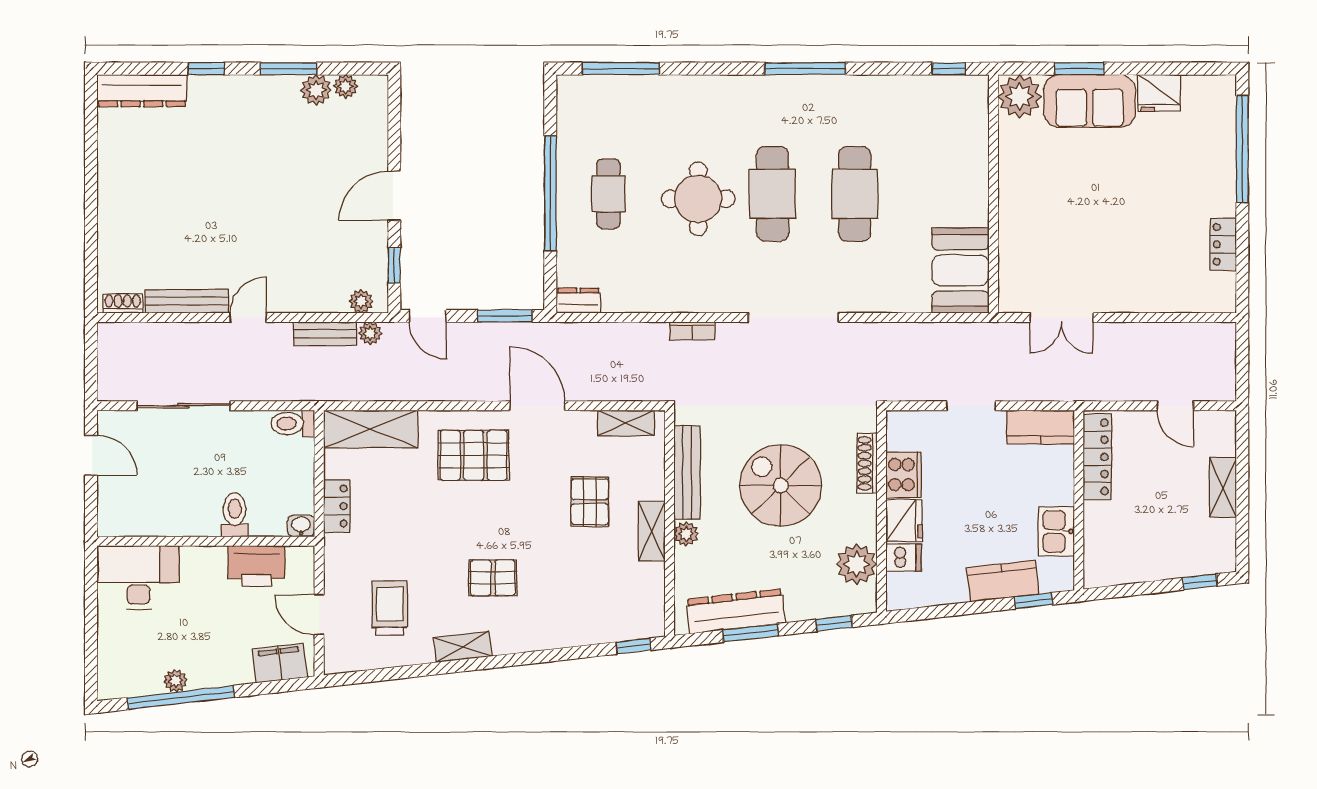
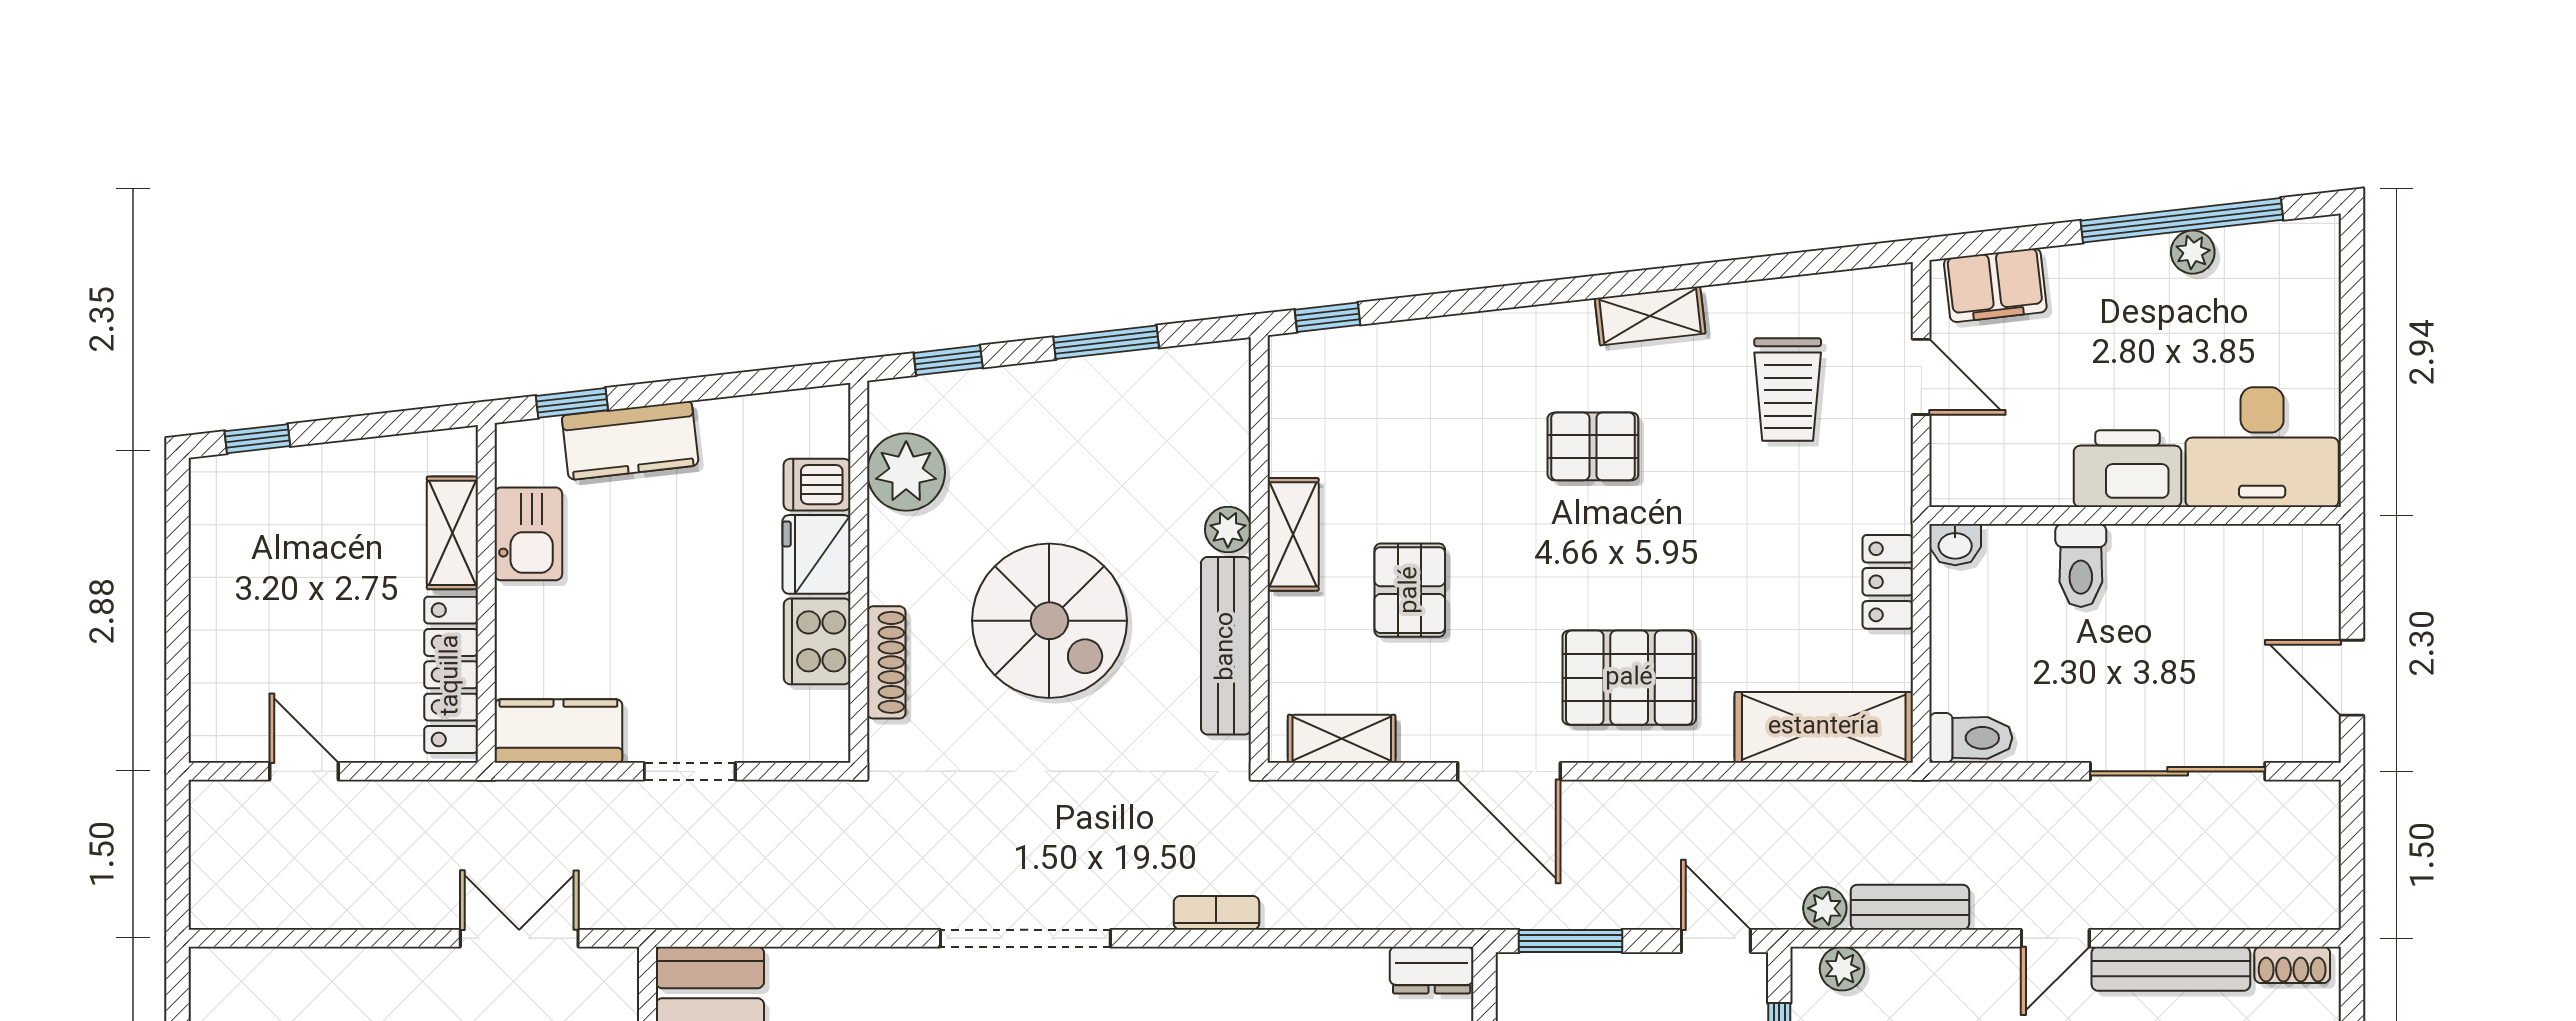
shelving: (1223, 487) -> (452, 533), moved
printer: (256, 566) -> (2128, 469), moved
dresser: (736, 611) -> (1134, 383), removed

